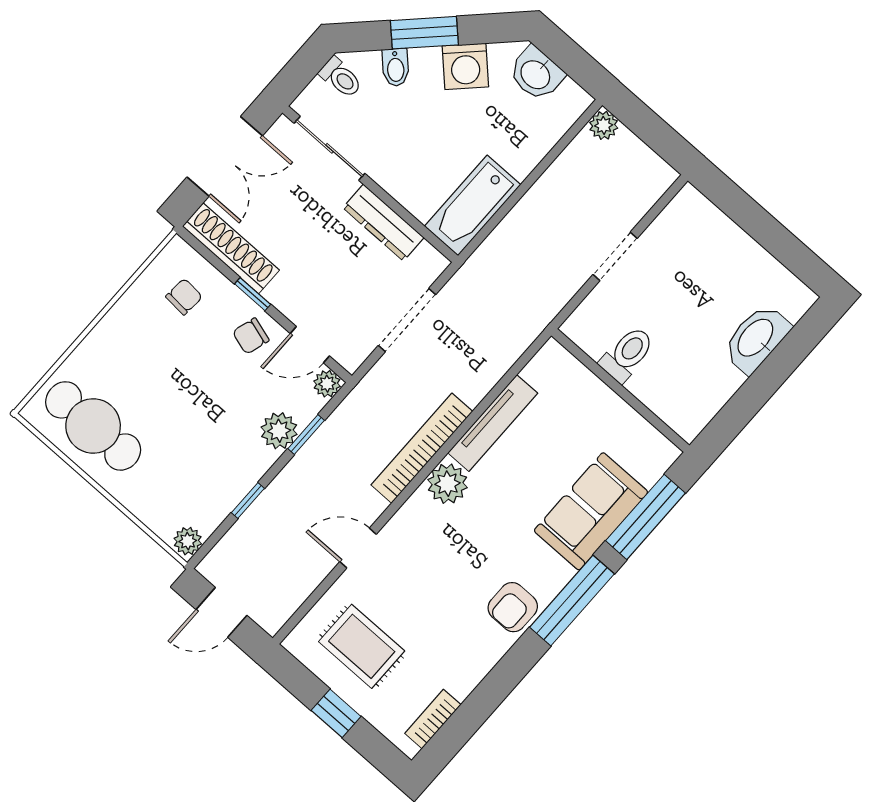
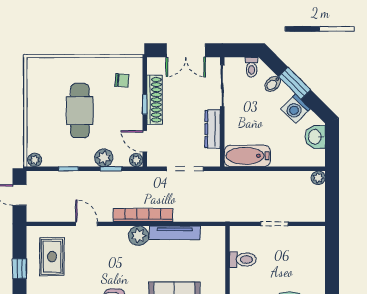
shoe rack: (231, 248) -> (154, 100), moved
chair: (251, 336) -> (129, 117), removed
cafe table: (93, 426) -> (80, 111), moved

